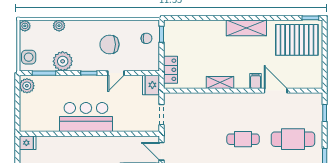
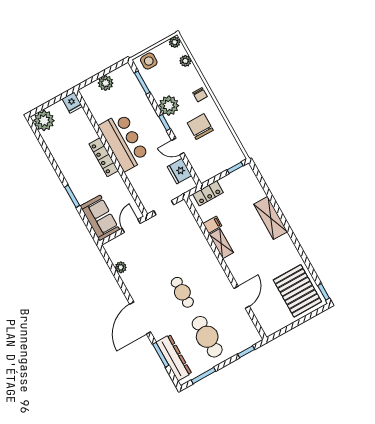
plant: (59, 26) -> (185, 61), moved
shelving: (246, 28) -> (271, 218), moved
chair: (146, 38) -> (200, 95), moved
plant: (63, 61) -> (169, 106), moved
filing cabinet: (256, 81) -> (212, 225), moved
fridge: (151, 85) -> (179, 171), moved, turned -90
plant: (27, 86) -> (106, 83), moved
locker: (90, 142) -> (104, 157), added

